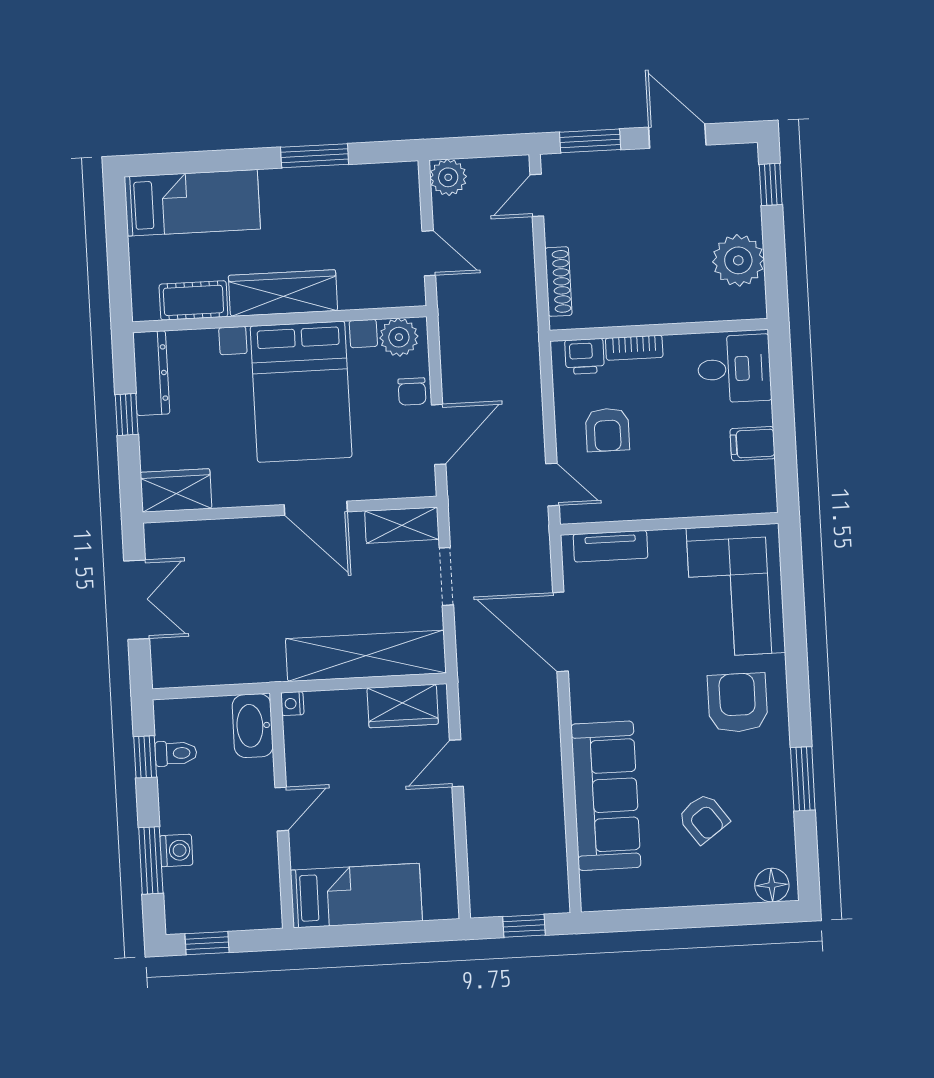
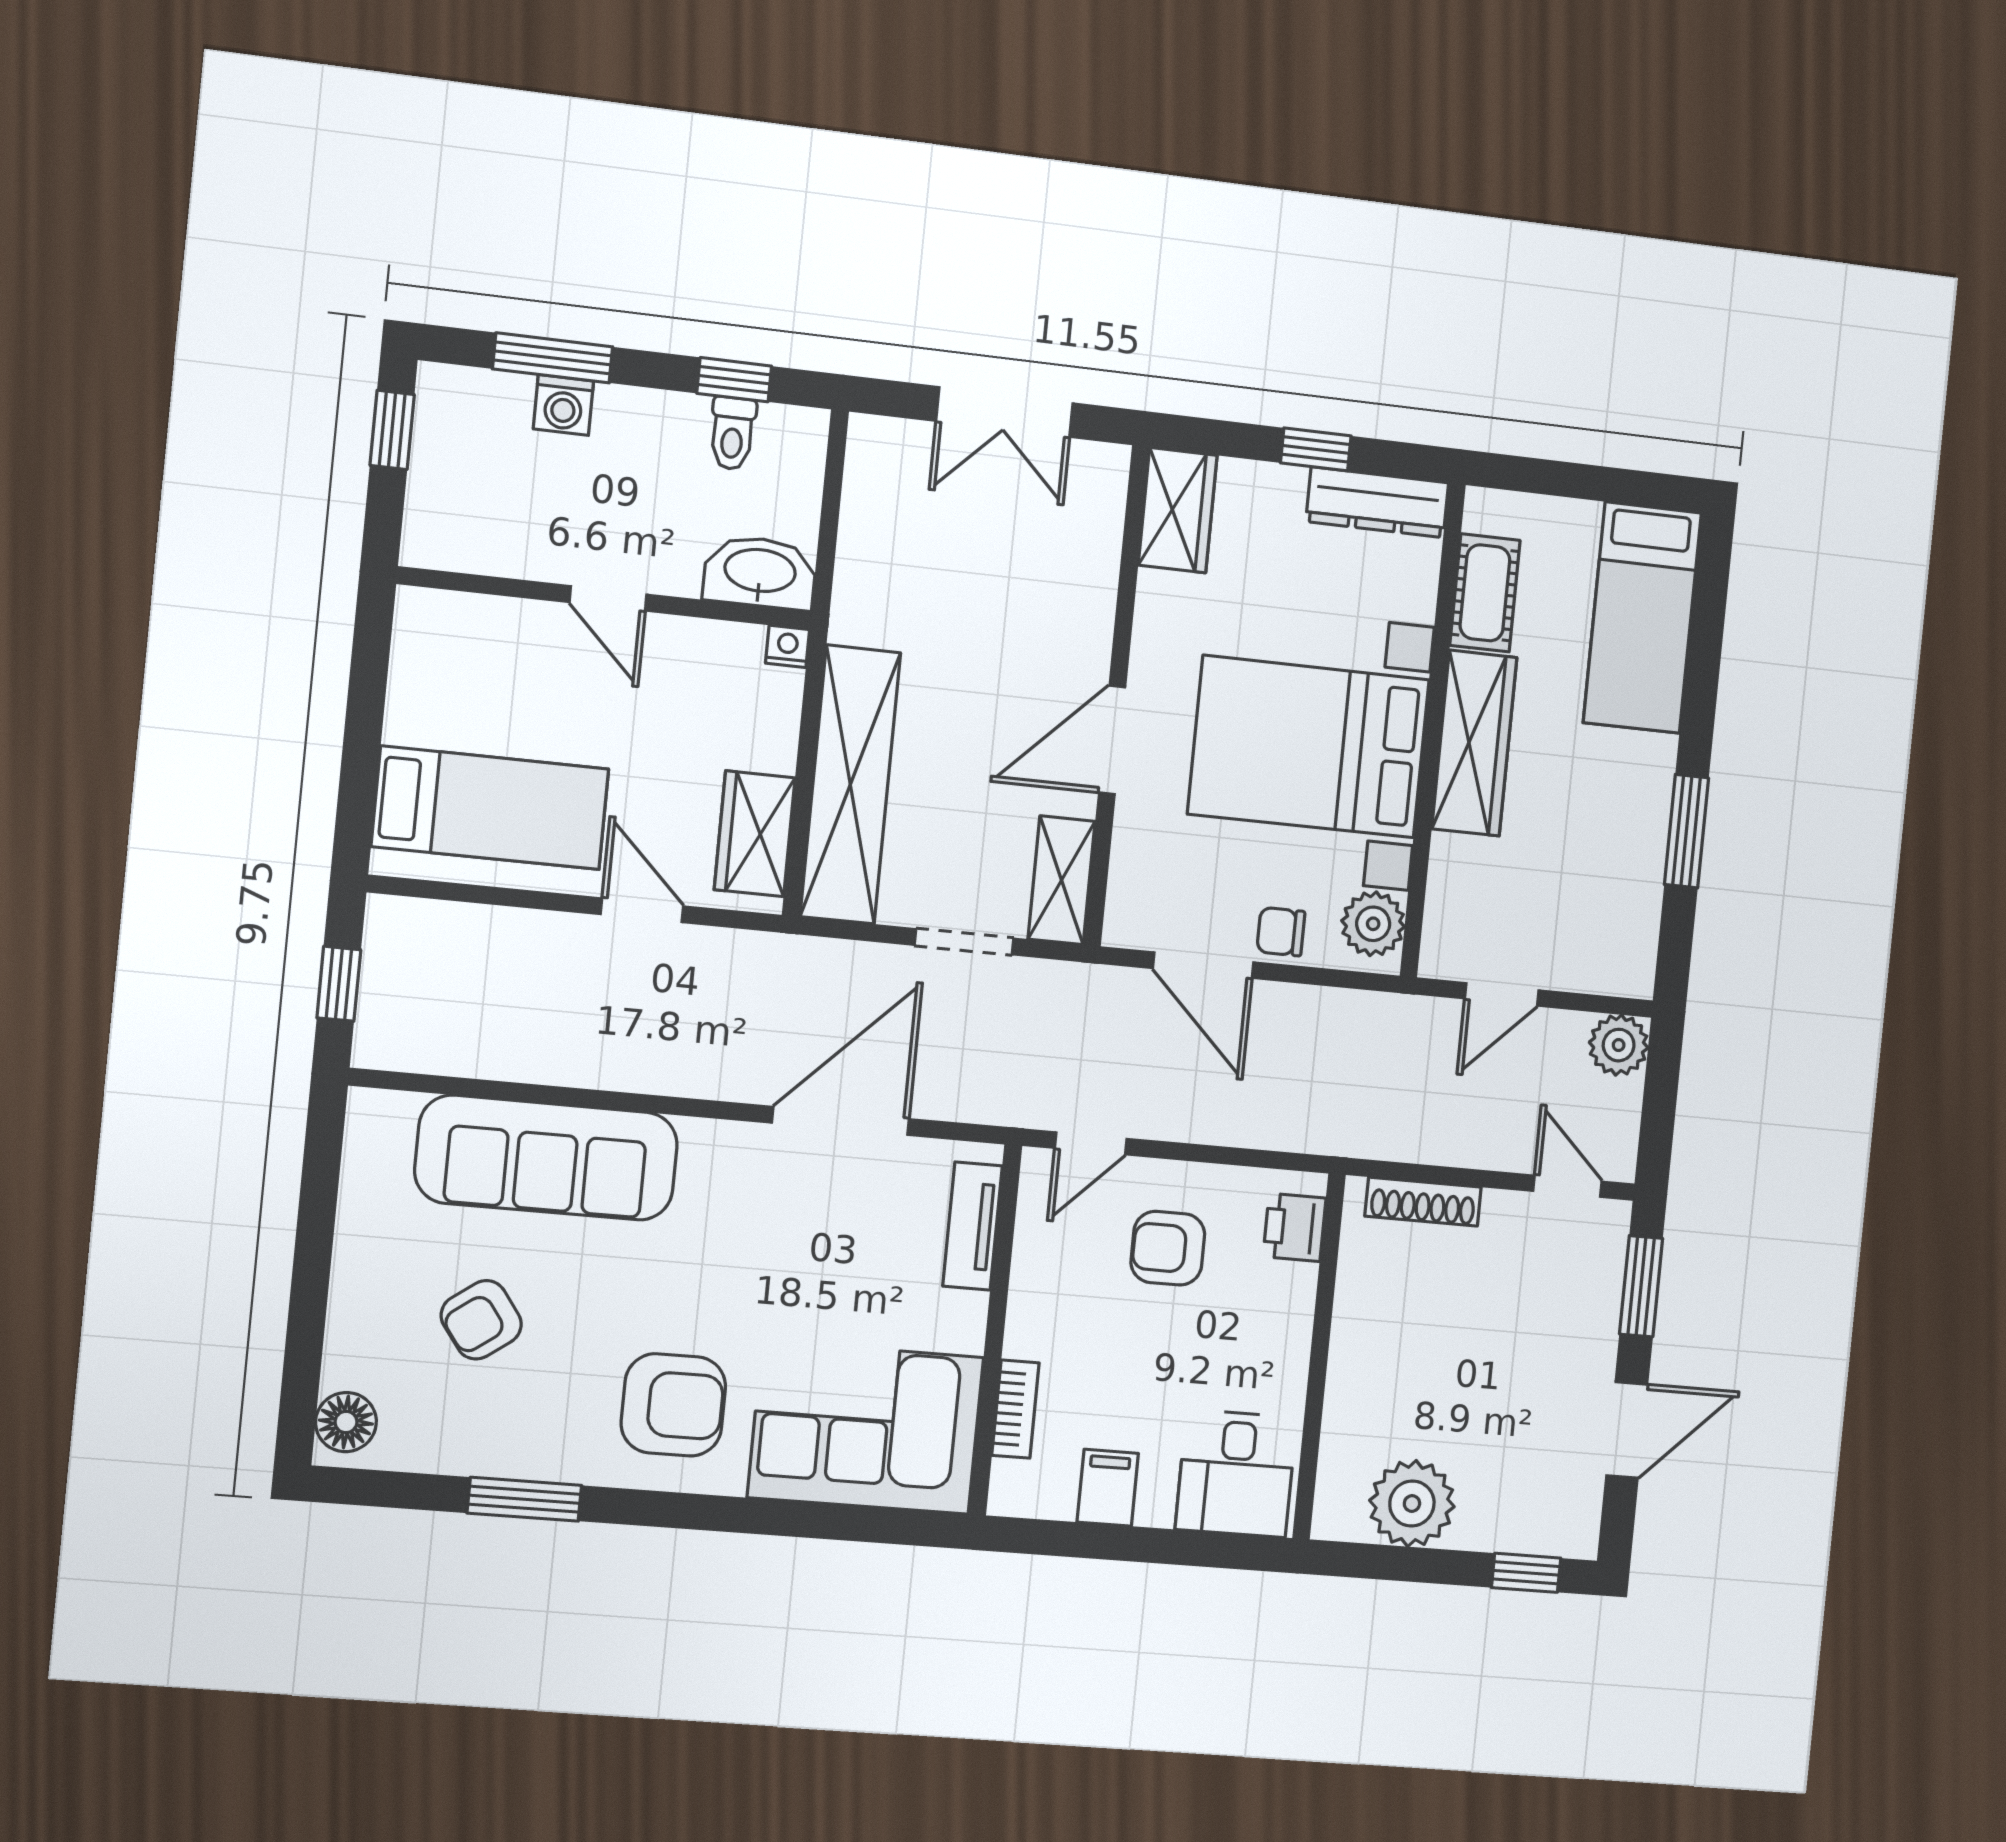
bookcase: (634, 348) -> (1015, 1409), moved, turned 180
bed: (356, 896) -> (490, 808), moved, turned -90

